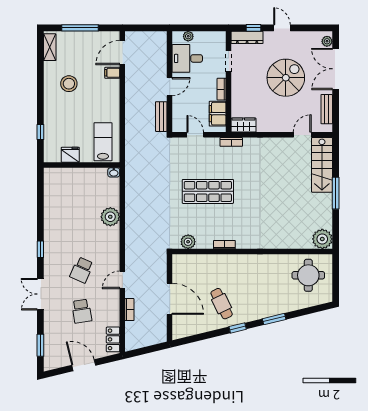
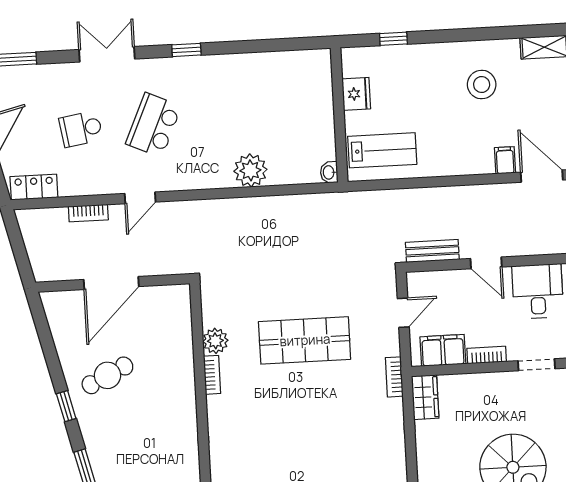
shop shelf: (208, 191) -> (305, 340), turned 90
plant: (188, 242) -> (215, 341), moved
school desk: (82, 270) -> (154, 125), width x1.85
door: (122, 280) -> (140, 198), swing flipped

